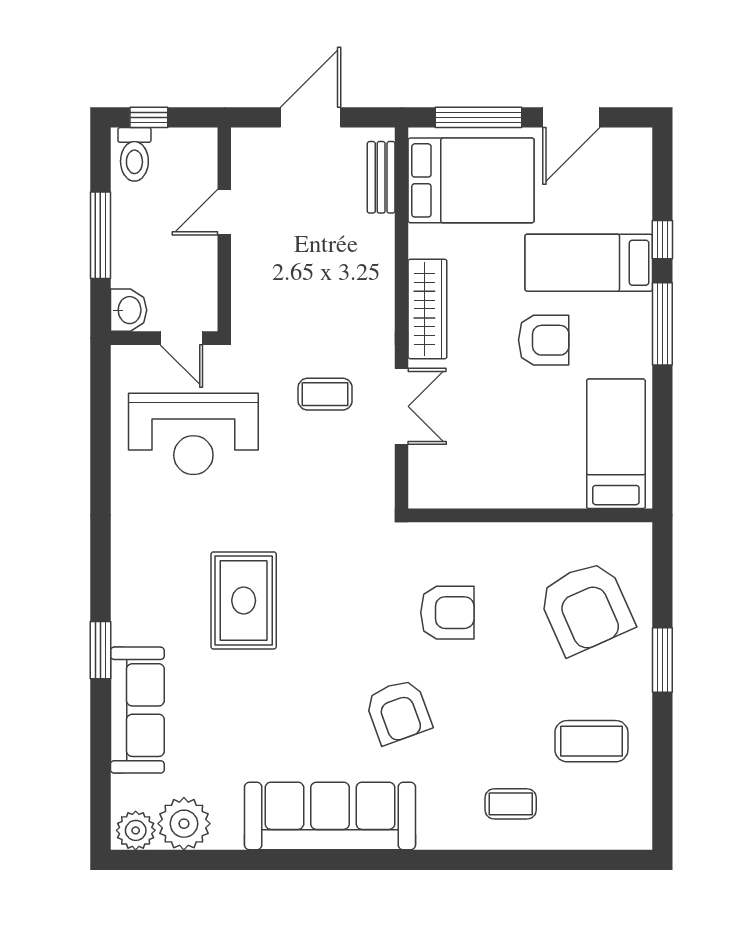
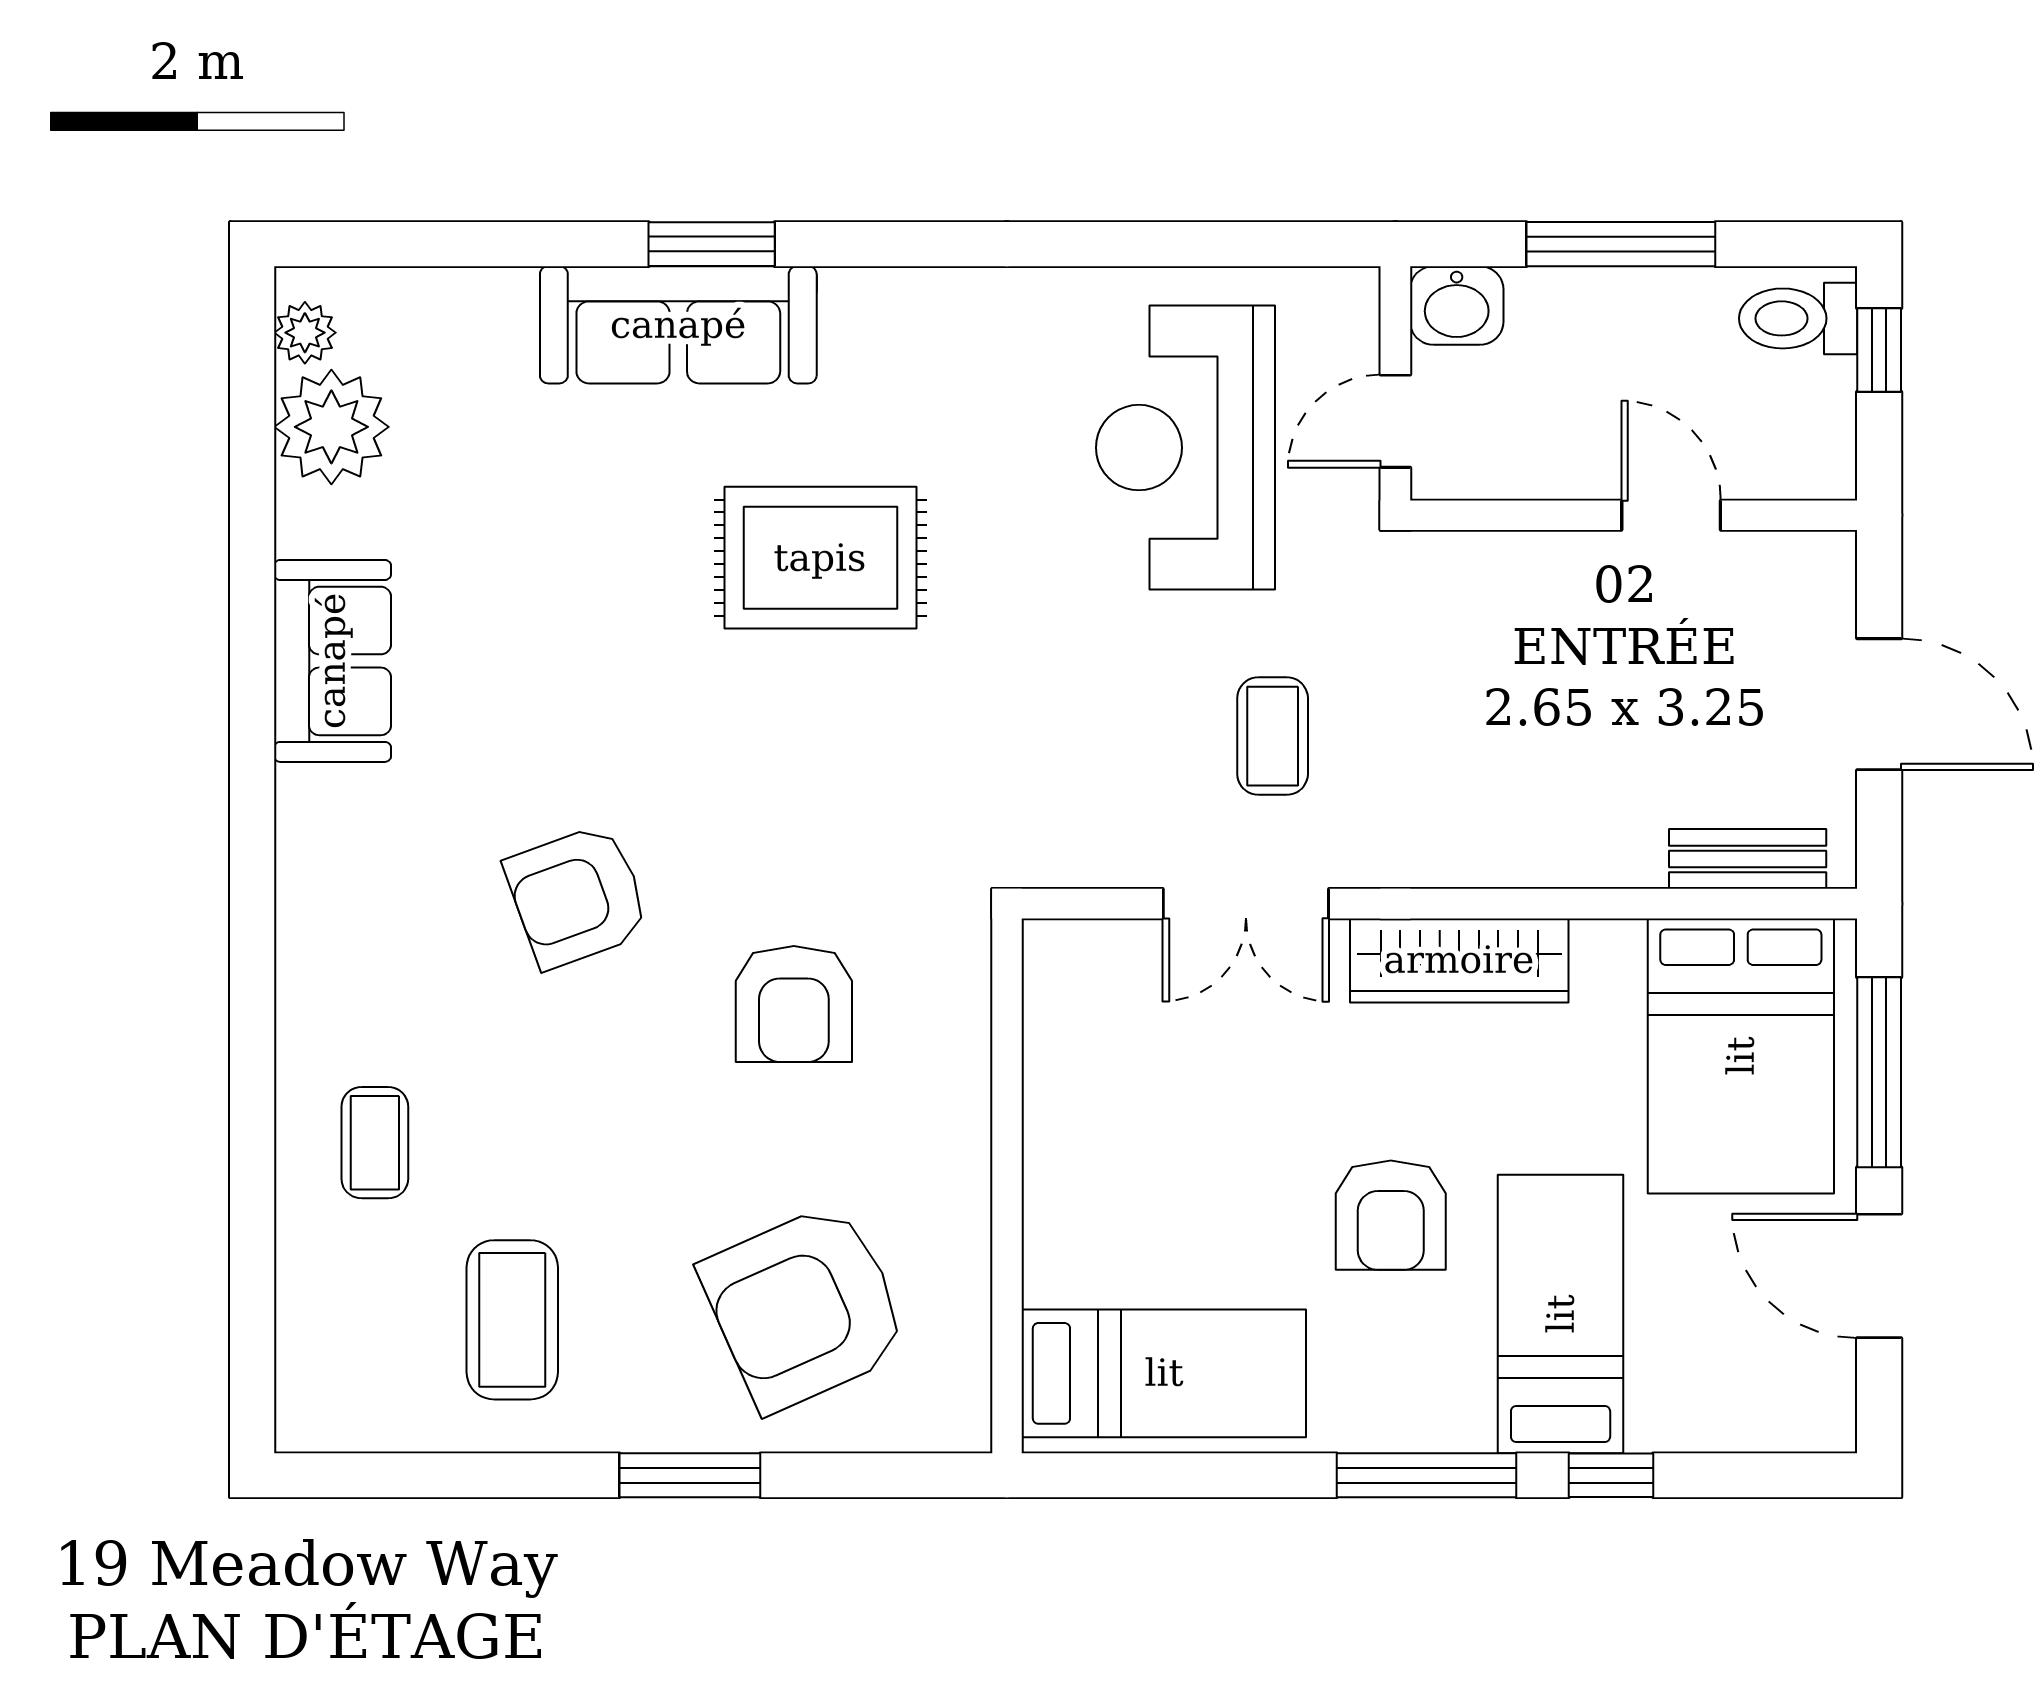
sofa: (137, 710) -> (678, 325), moved
sofa: (330, 816) -> (332, 661), width x0.54, depth x0.79
plant: (136, 830) -> (305, 333), width x0.73, depth x0.73

